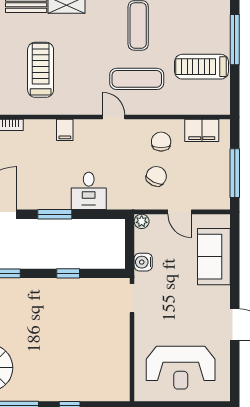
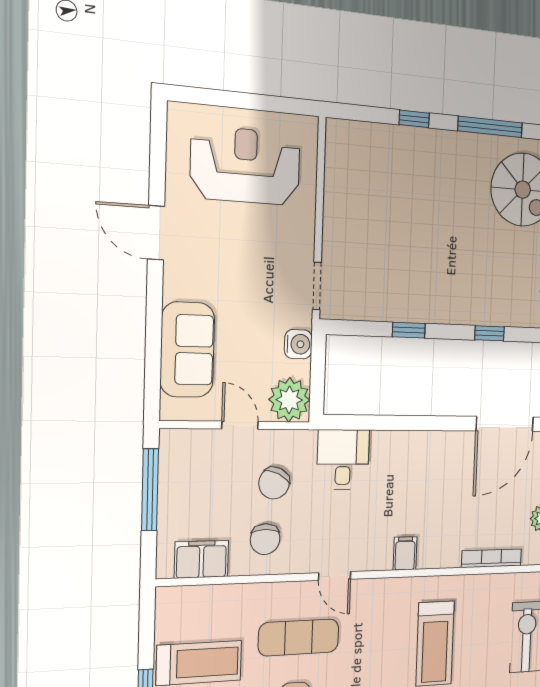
desk: (89, 191) -> (343, 459), moved
window: (55, 214) -> (424, 423), removed
plant: (142, 221) -> (289, 400), width x1.88, depth x1.88

